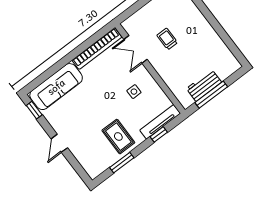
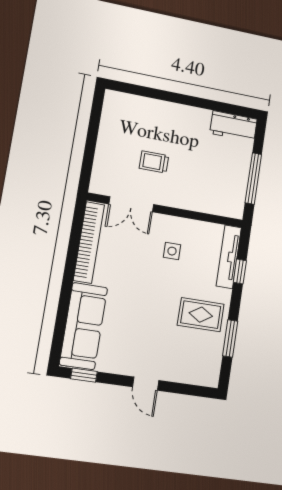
workbench: (204, 85) -> (234, 126), moved, turned -90

